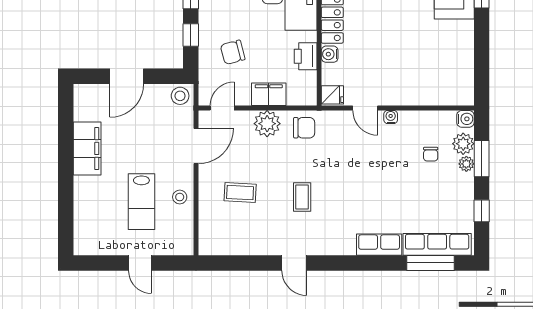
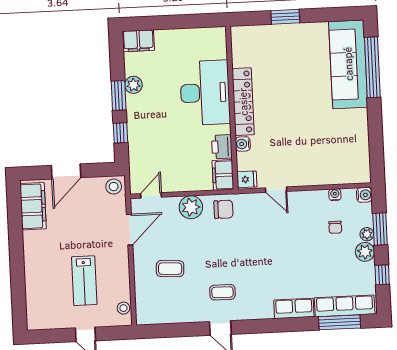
chair: (233, 52) -> (158, 146), removed
filing cabinet: (269, 94) -> (223, 175), moved, turned -90
water cooler: (391, 117) -> (335, 195), moved
plant: (463, 144) -> (365, 252), moved
filing cabinet: (87, 148) -> (33, 206), moved
stool: (180, 197) -> (123, 308), moved
coffee table: (302, 197) -> (222, 292), moved, turned 90

